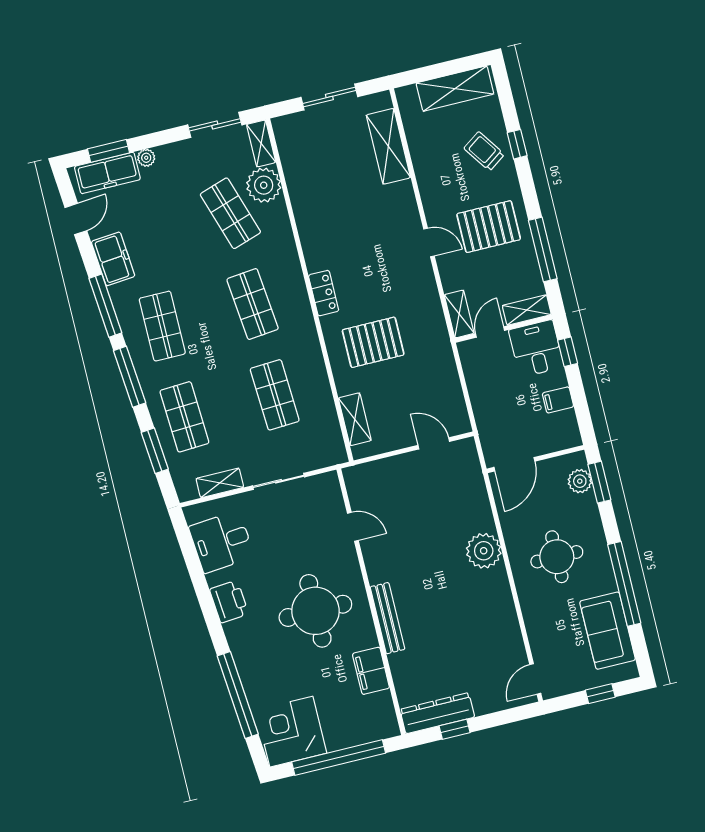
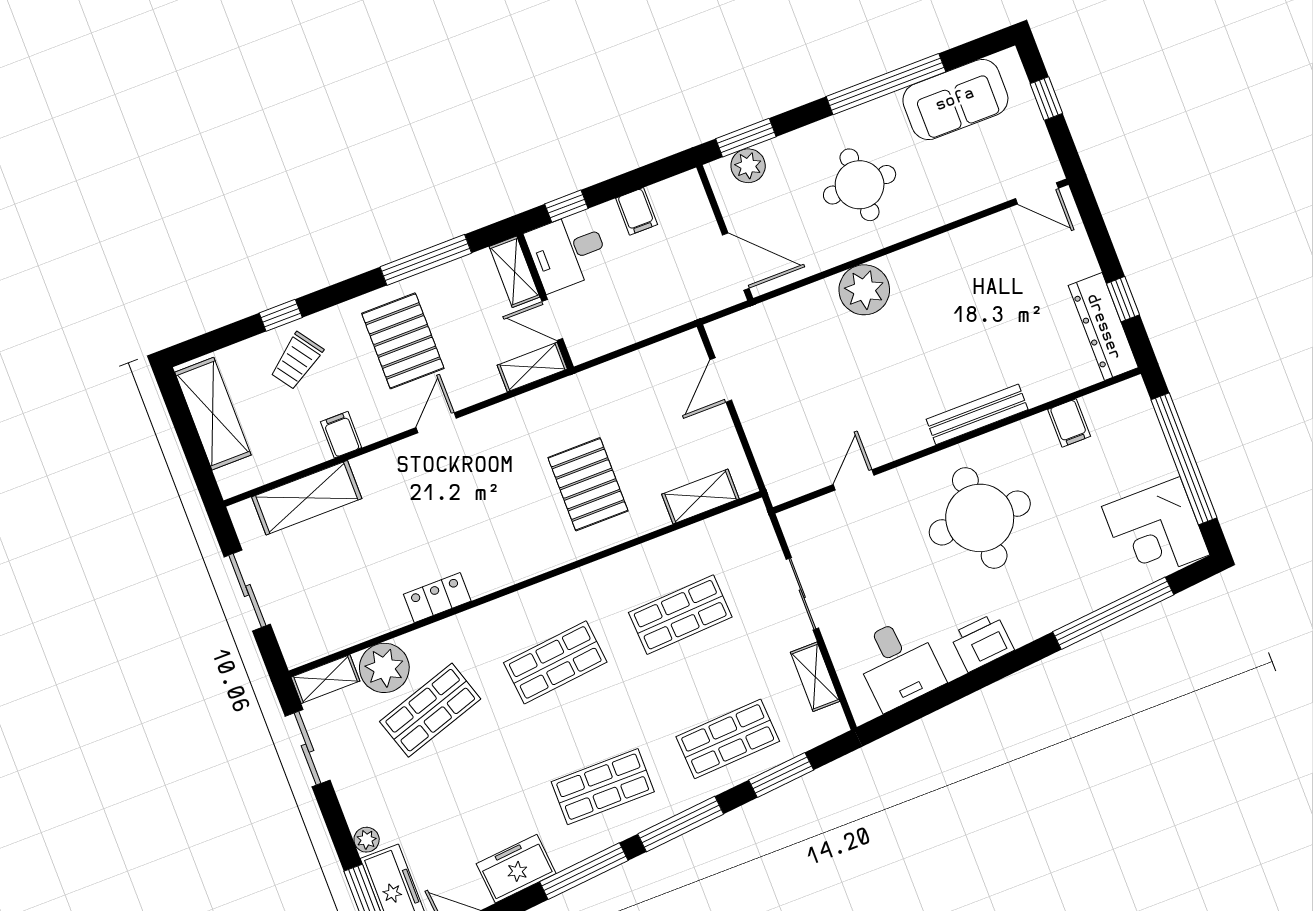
filing cabinet: (429, 176) -> (341, 435), added
locker: (324, 293) -> (437, 598), moved
filing cabinet: (371, 671) -> (1069, 423), width x0.50

